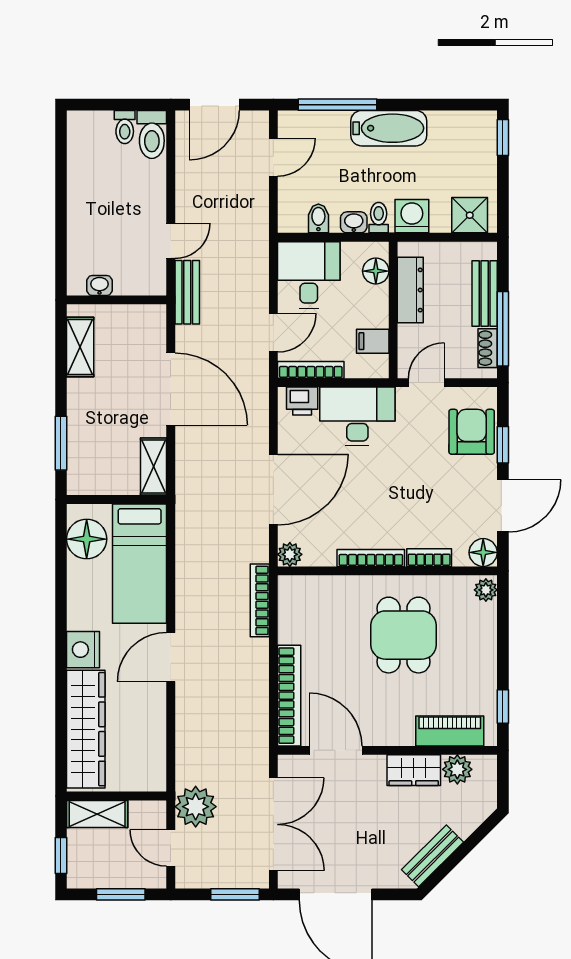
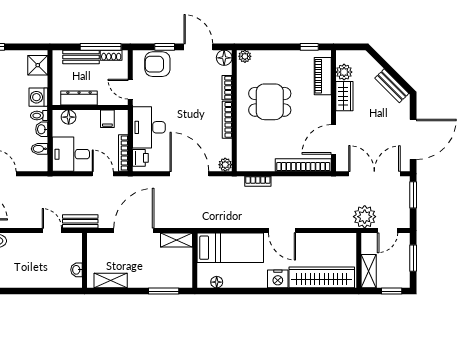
floor lamp: (87, 539) -> (217, 282), width x0.53, depth x0.53
bookcase: (260, 600) -> (258, 181), width x0.64

